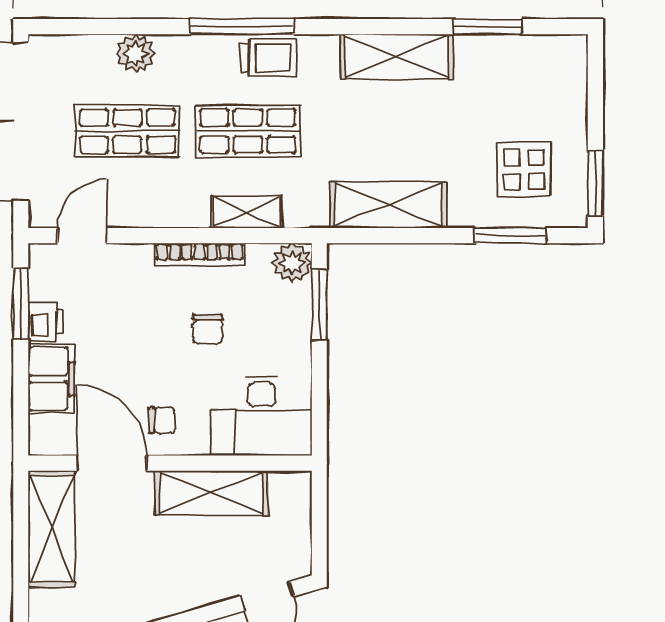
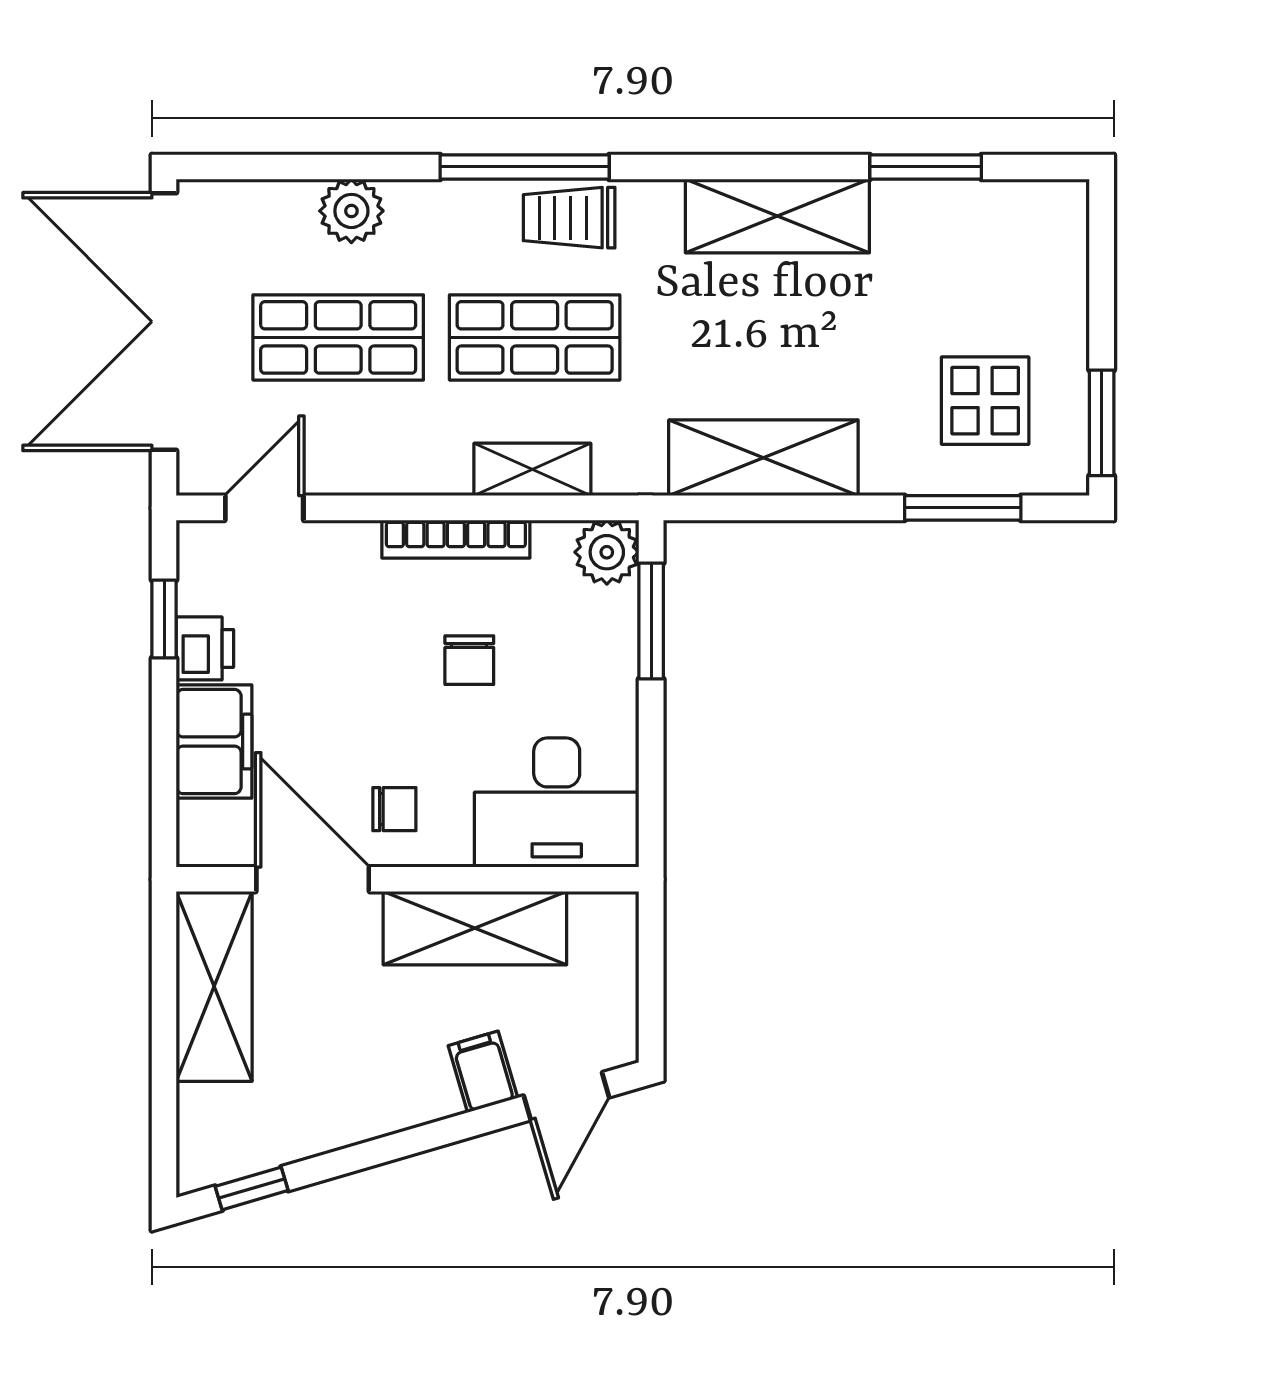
trolley: (269, 58) -> (569, 218), turned 180
window: (21, 304) -> (164, 619), width x0.67
filing cabinet: (216, 581) -> (483, 1072), added

